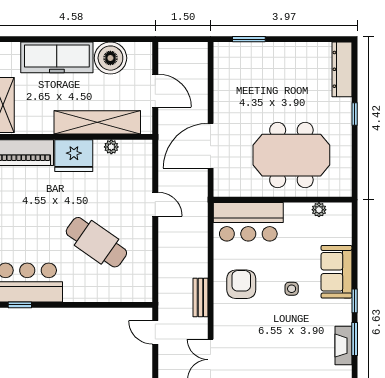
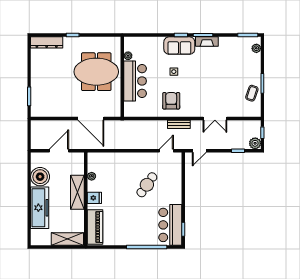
shelving: (97, 122) -> (77, 192), width x0.68
meeting table: (291, 155) -> (96, 72), turned 90
fridge: (74, 156) -> (94, 198), width x0.53, depth x0.75
door: (155, 204) -> (166, 151), moved
bar counter: (248, 222) -> (135, 81), moved
cafe table: (96, 242) -> (147, 185), width x0.73, depth x0.74
sofa: (336, 272) -> (179, 46), moved
armchair: (241, 284) -> (171, 101), turned 90

